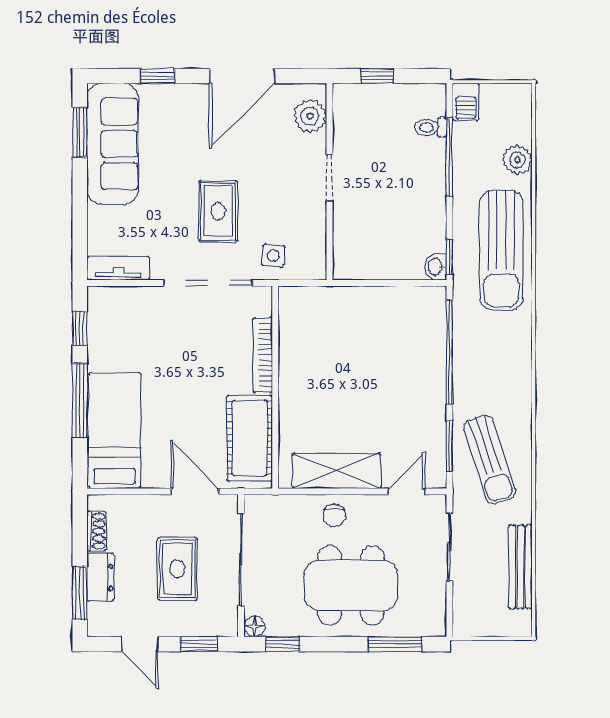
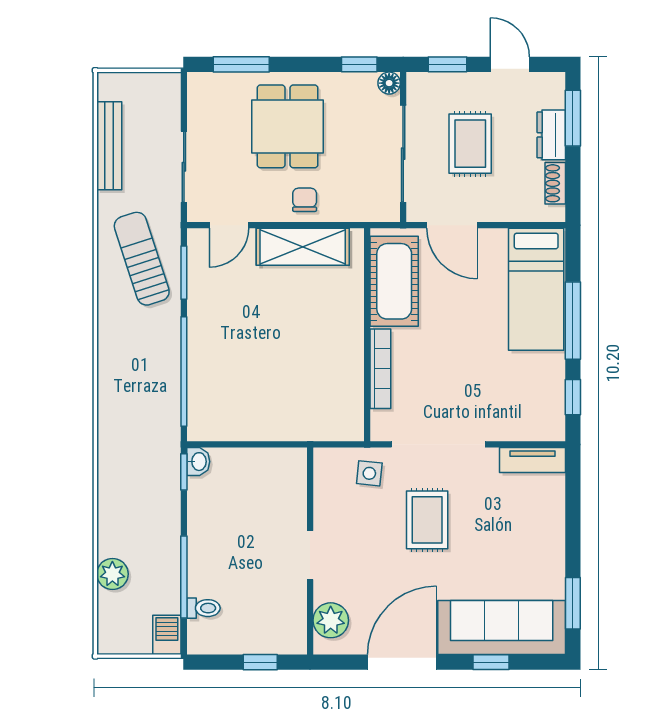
sofa: (113, 144) -> (502, 628), moved, turned 90
sun lounger: (501, 250) -> (129, 479), removed
dining table: (351, 585) -> (288, 126), width x0.73

